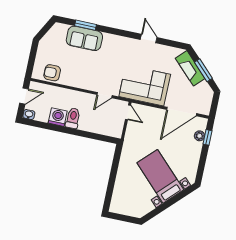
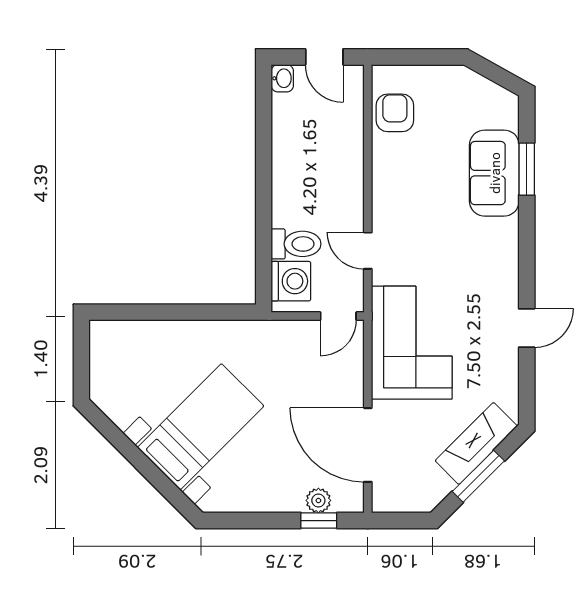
washing machine: (58, 117) -> (291, 281), moved
toilet: (73, 118) -> (296, 244), moved

